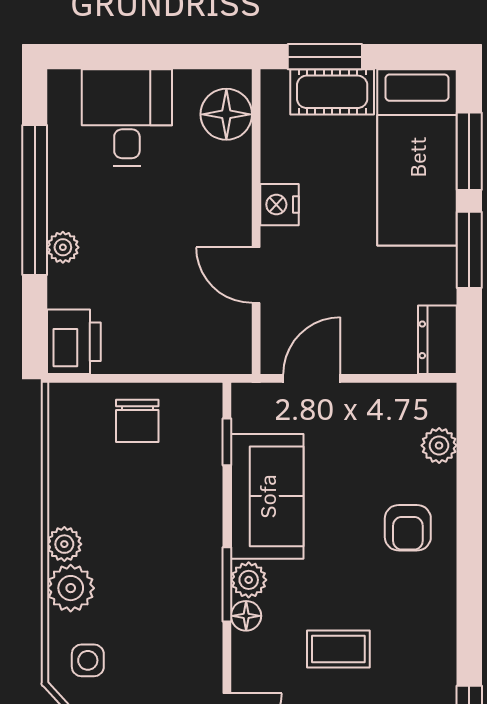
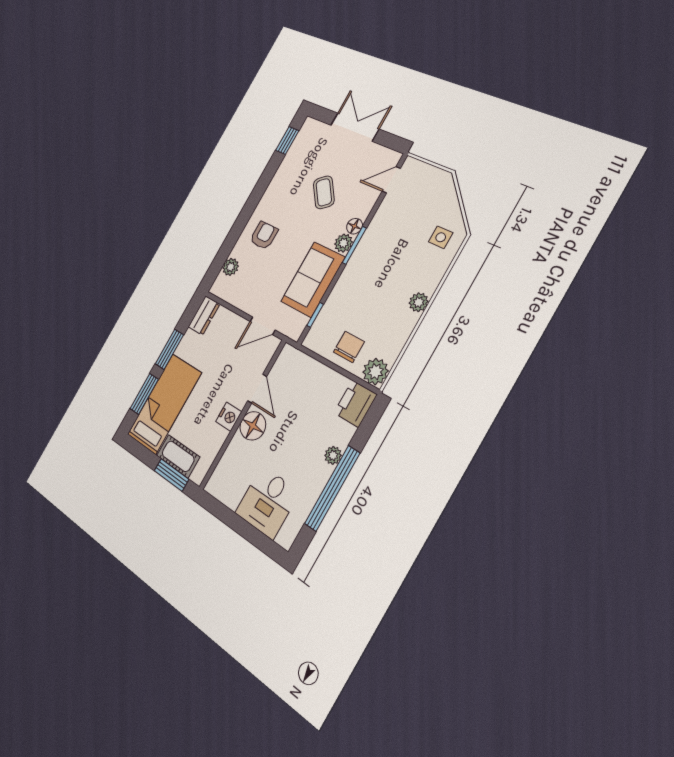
floor lamp: (226, 114) -> (253, 426), moved
plant: (71, 588) -> (375, 372), moved
coffee table: (338, 649) -> (324, 192), turned 52

